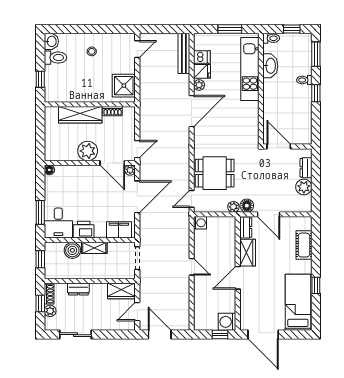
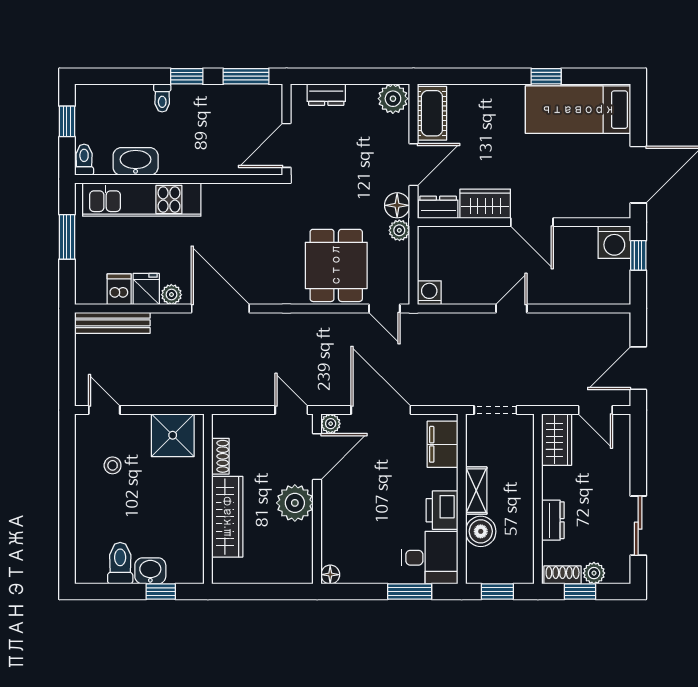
washbasin: (51, 41) -> (150, 571), moved
stool: (92, 51) -> (113, 465), moved
window: (316, 54) -> (246, 76), moved
plant: (304, 187) -> (393, 99), moved
cot: (304, 245) -> (432, 113), moved, turned 90

